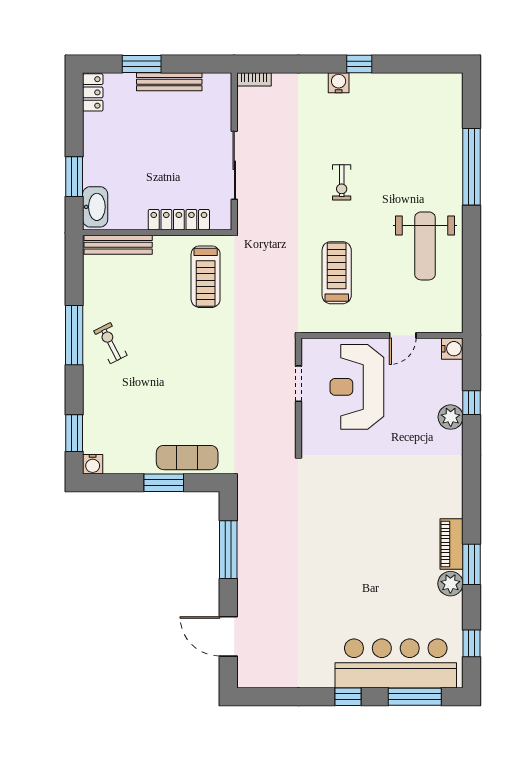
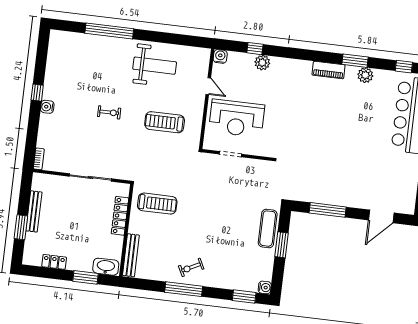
locker: (93, 92) -> (54, 262), moved
piano: (452, 544) -> (329, 70), moved

